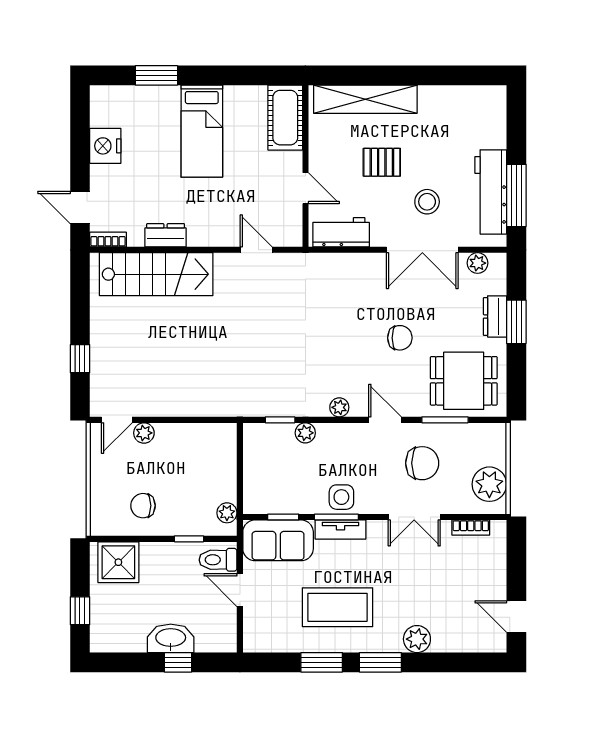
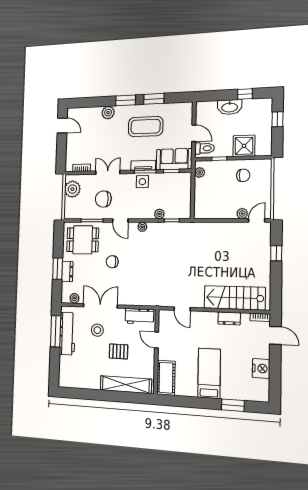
shower: (118, 562) -> (244, 146), moved
window: (178, 662) -> (245, 94), moved

